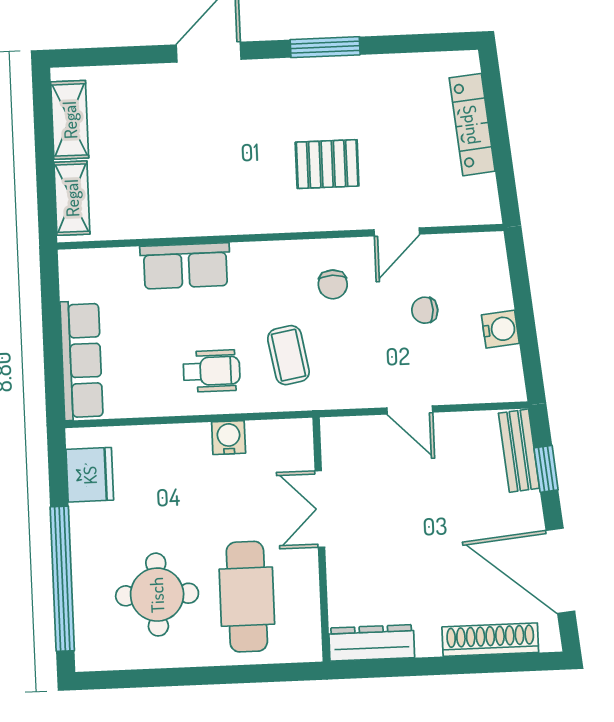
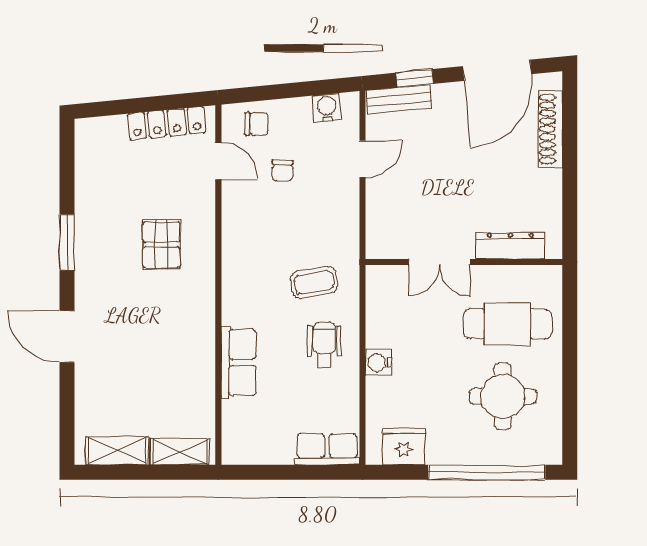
locker: (472, 125) -> (167, 123), moved
door: (397, 232) -> (218, 161), moved
chair: (333, 284) -> (257, 124), moved
water cooler: (500, 329) -> (327, 108), moved
row of seats: (81, 361) -> (327, 449), width x0.68
door: (410, 410) -> (362, 159), moved
water cooler: (229, 438) -> (379, 363), moved
dresser: (372, 643) -> (510, 246), moved, turned 90

